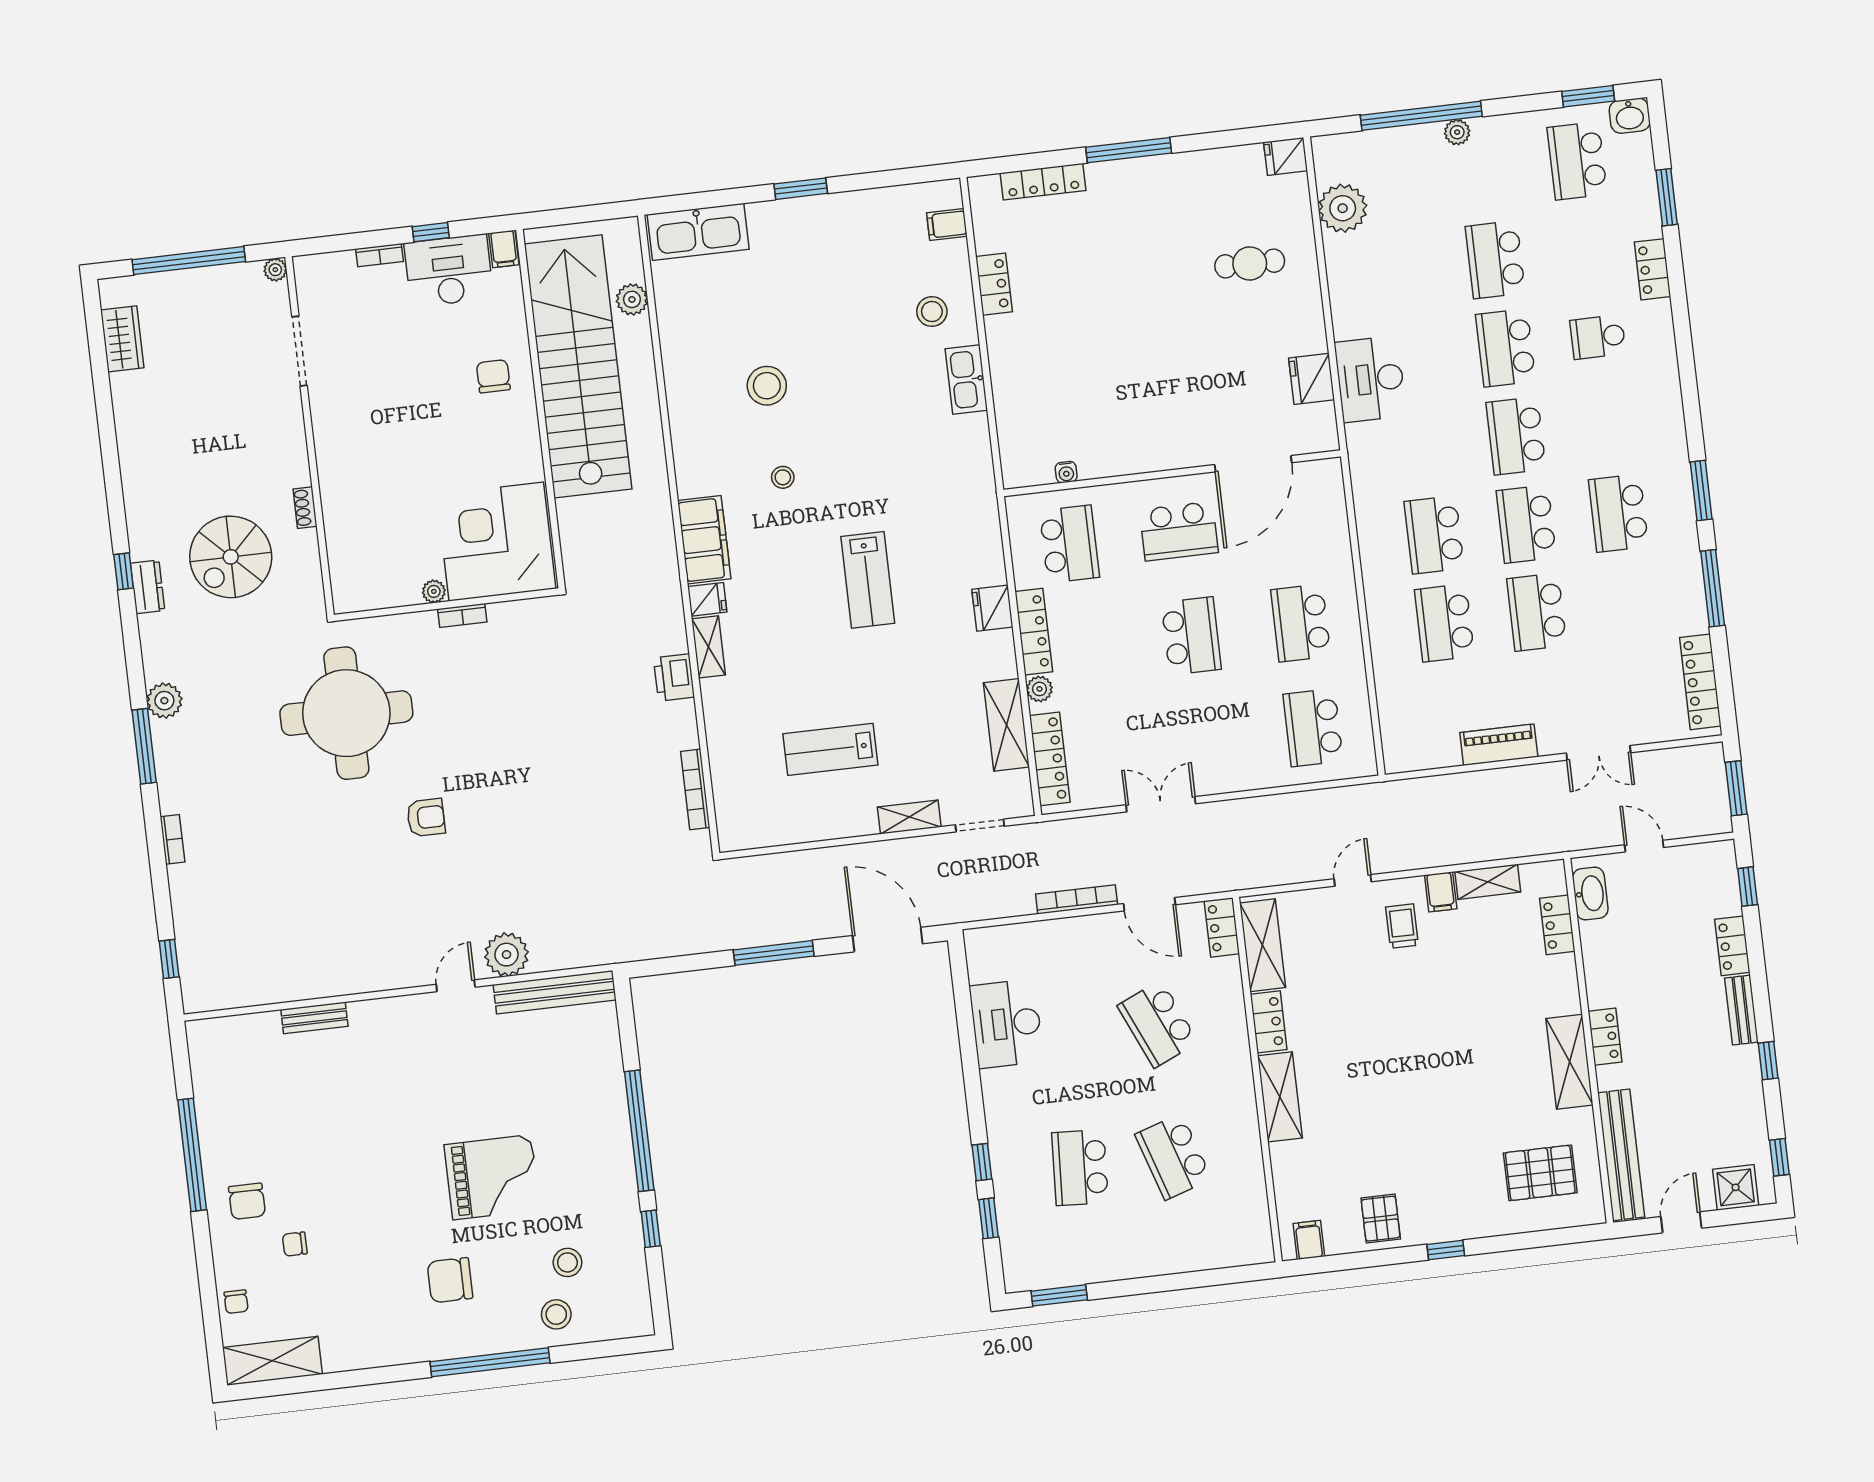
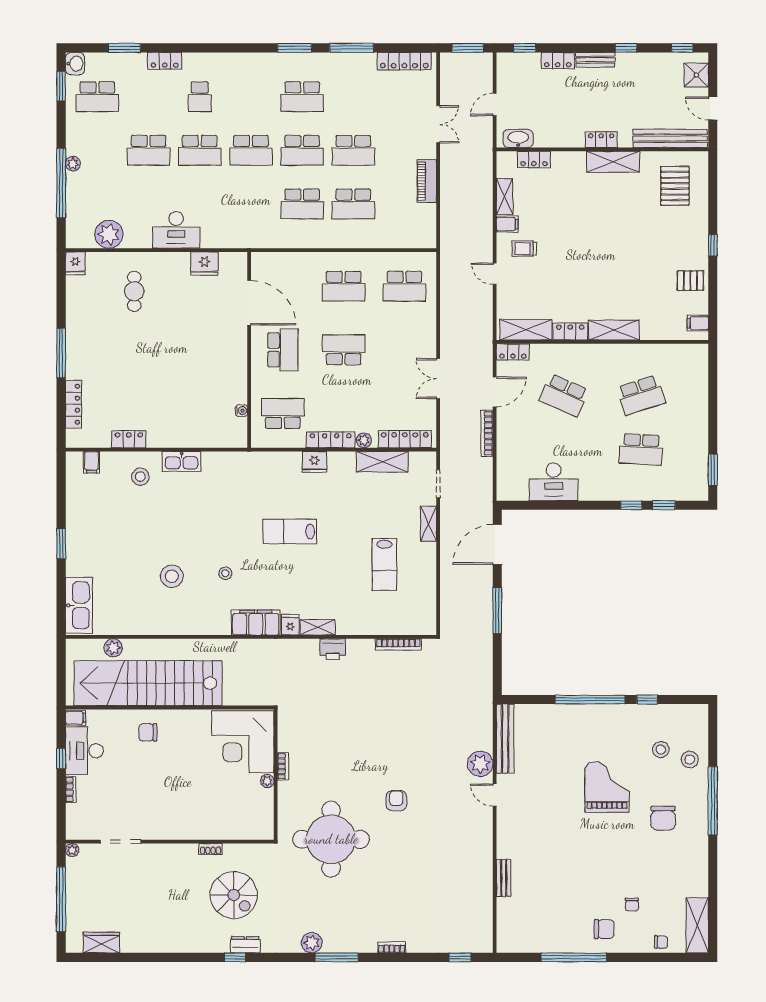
desk: (1370, 379) -> (176, 230), moved
lab bench: (868, 580) -> (290, 532), turned 180
school desk: (1158, 1024) -> (564, 395), turned 48

